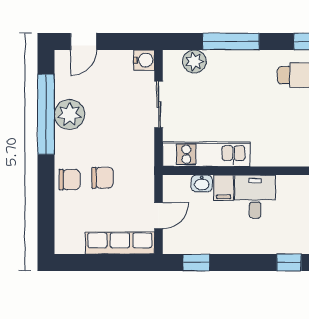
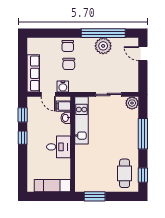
water cooler: (144, 60) -> (63, 87), moved
plant: (194, 61) -> (132, 103), moved
filing cabinet: (224, 188) -> (63, 106), moved
window: (289, 262) -> (23, 138), moved

